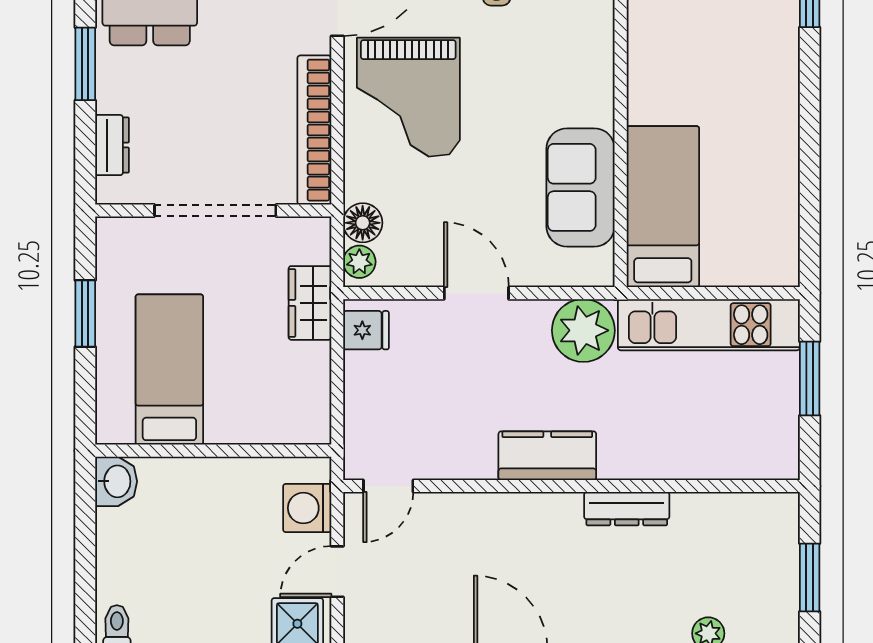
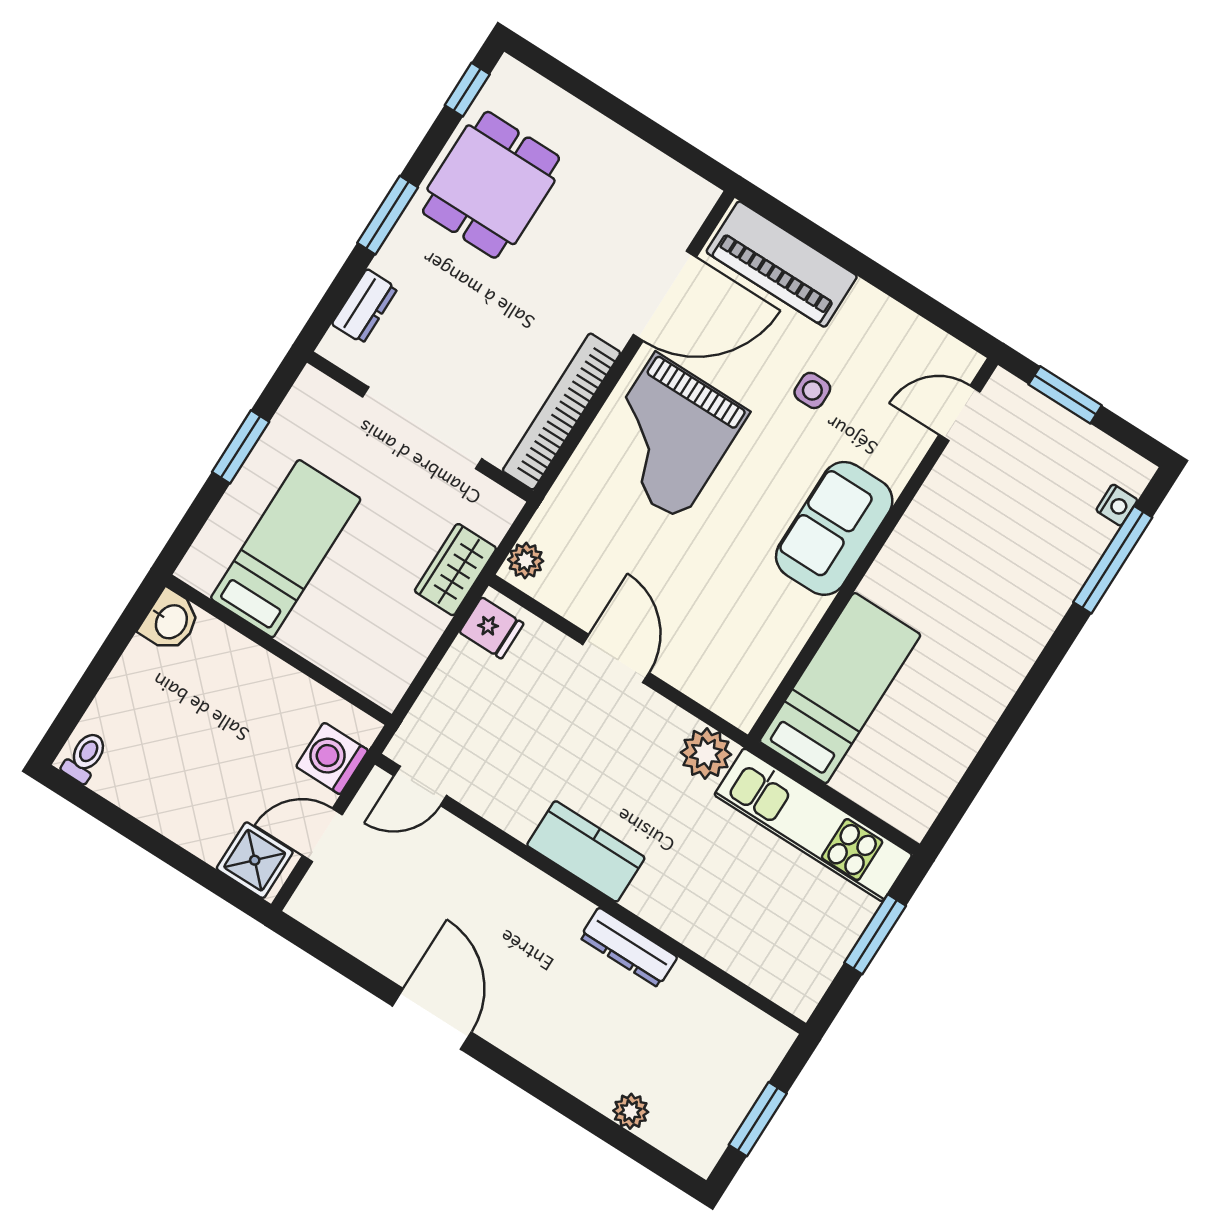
sofa: (581, 187) -> (834, 528), moved
floor lamp: (363, 223) -> (552, 526), removed
plant: (583, 330) -> (706, 753), width x0.73, depth x0.73

